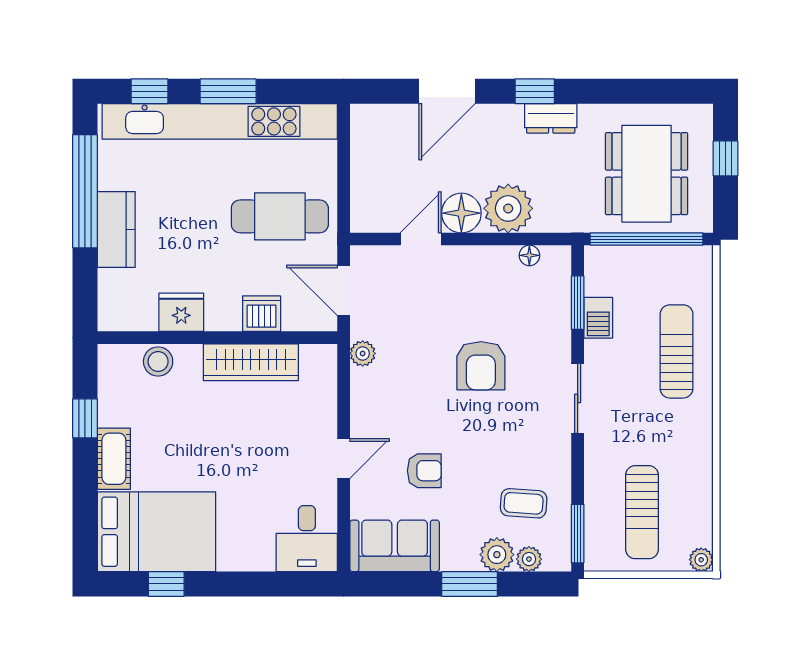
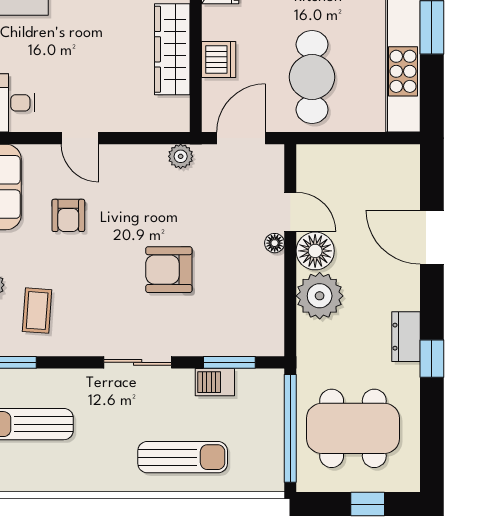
window: (535, 91) -> (432, 359), moved
floor lamp: (529, 255) -> (275, 243), moved

